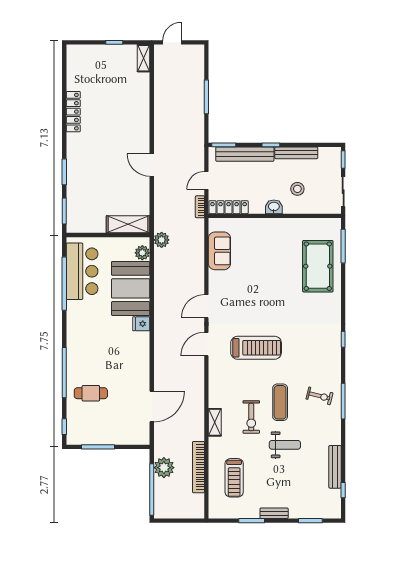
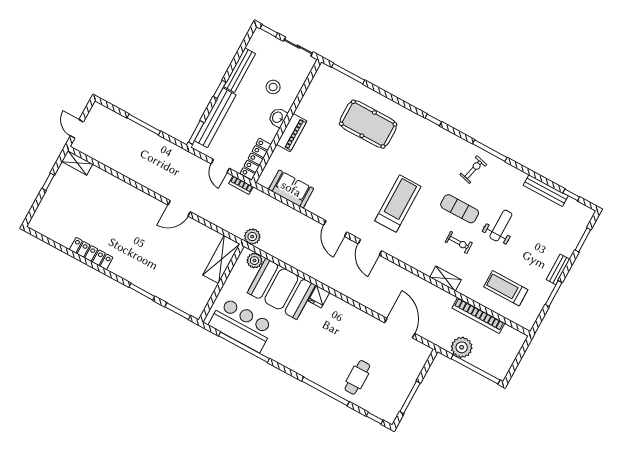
piano: (267, 226) -> (292, 133), added
pool table: (318, 266) -> (368, 124), moved
exercise bike: (251, 417) -> (459, 242), width x0.73, depth x0.72
treadmill: (234, 478) -> (506, 288), turned 180

